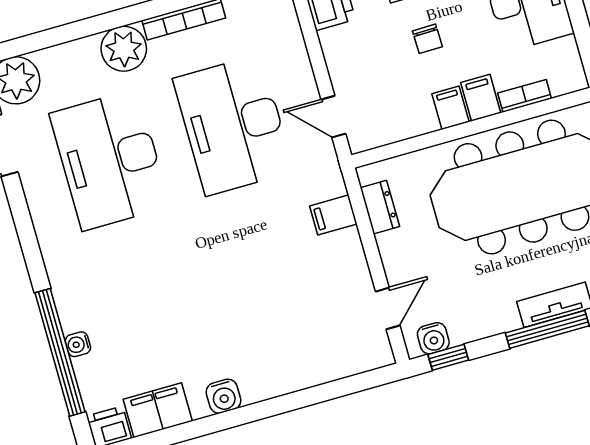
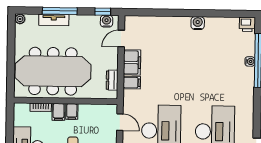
filing cabinet: (158, 410) -> (132, 62), moved, turned -90

